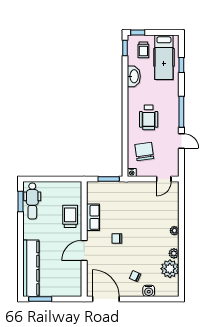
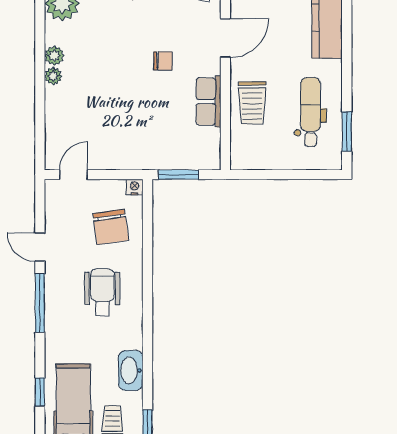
dental chair: (32, 201) -> (311, 112), moved
plant: (174, 253) -> (54, 56), moved

